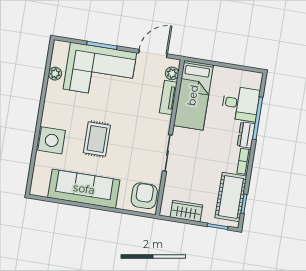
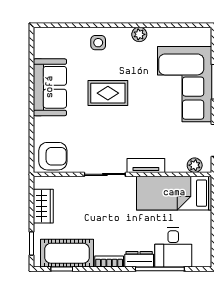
plant: (55, 74) -> (139, 34), moved
tv unit: (168, 97) -> (146, 165), moved
side table: (52, 140) -> (98, 43), width x0.54, depth x0.54
sofa: (84, 189) -> (50, 87), width x0.73

